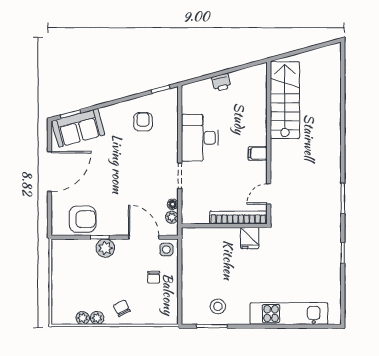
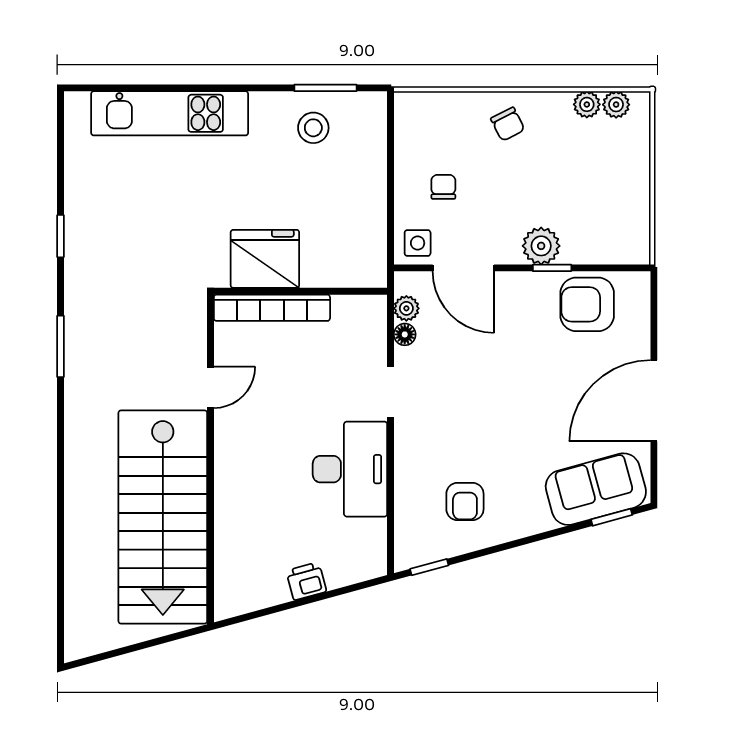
stairs: (285, 100) -> (163, 517), width x1.36, depth x1.51
filing cabinet: (258, 153) -> (233, 437), removed
door: (269, 194) -> (211, 387), moved
fridge: (250, 238) -> (265, 259), width x1.88, depth x1.34
plant: (97, 318) -> (616, 105), moved

